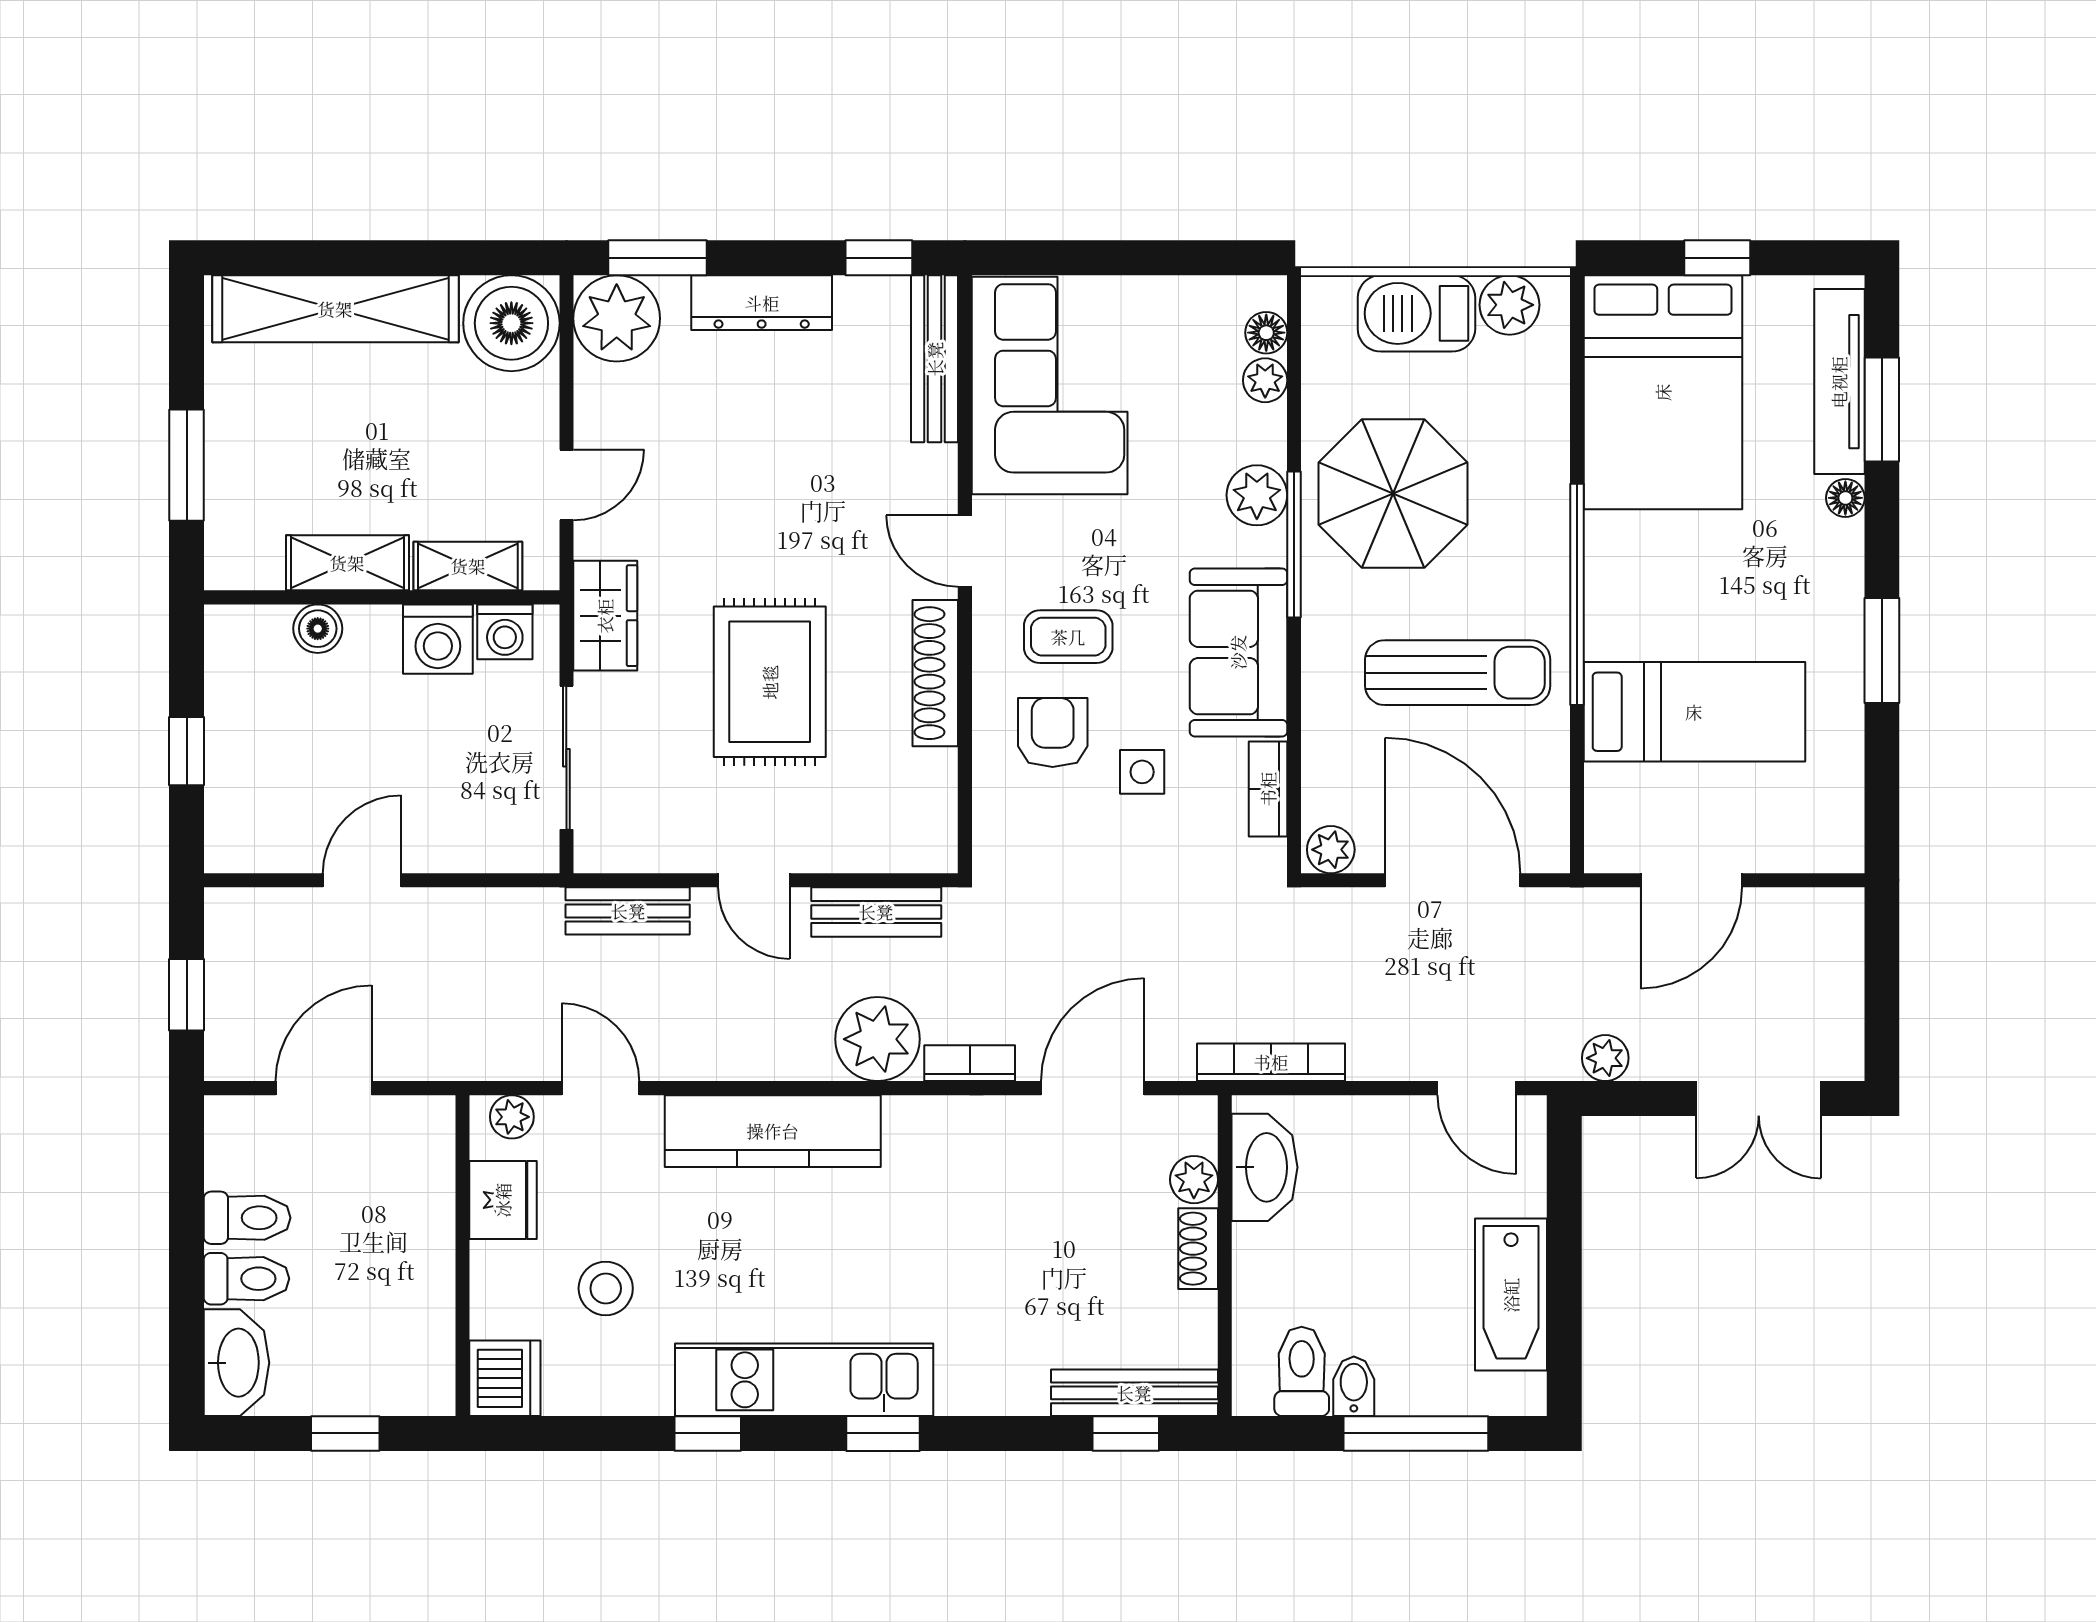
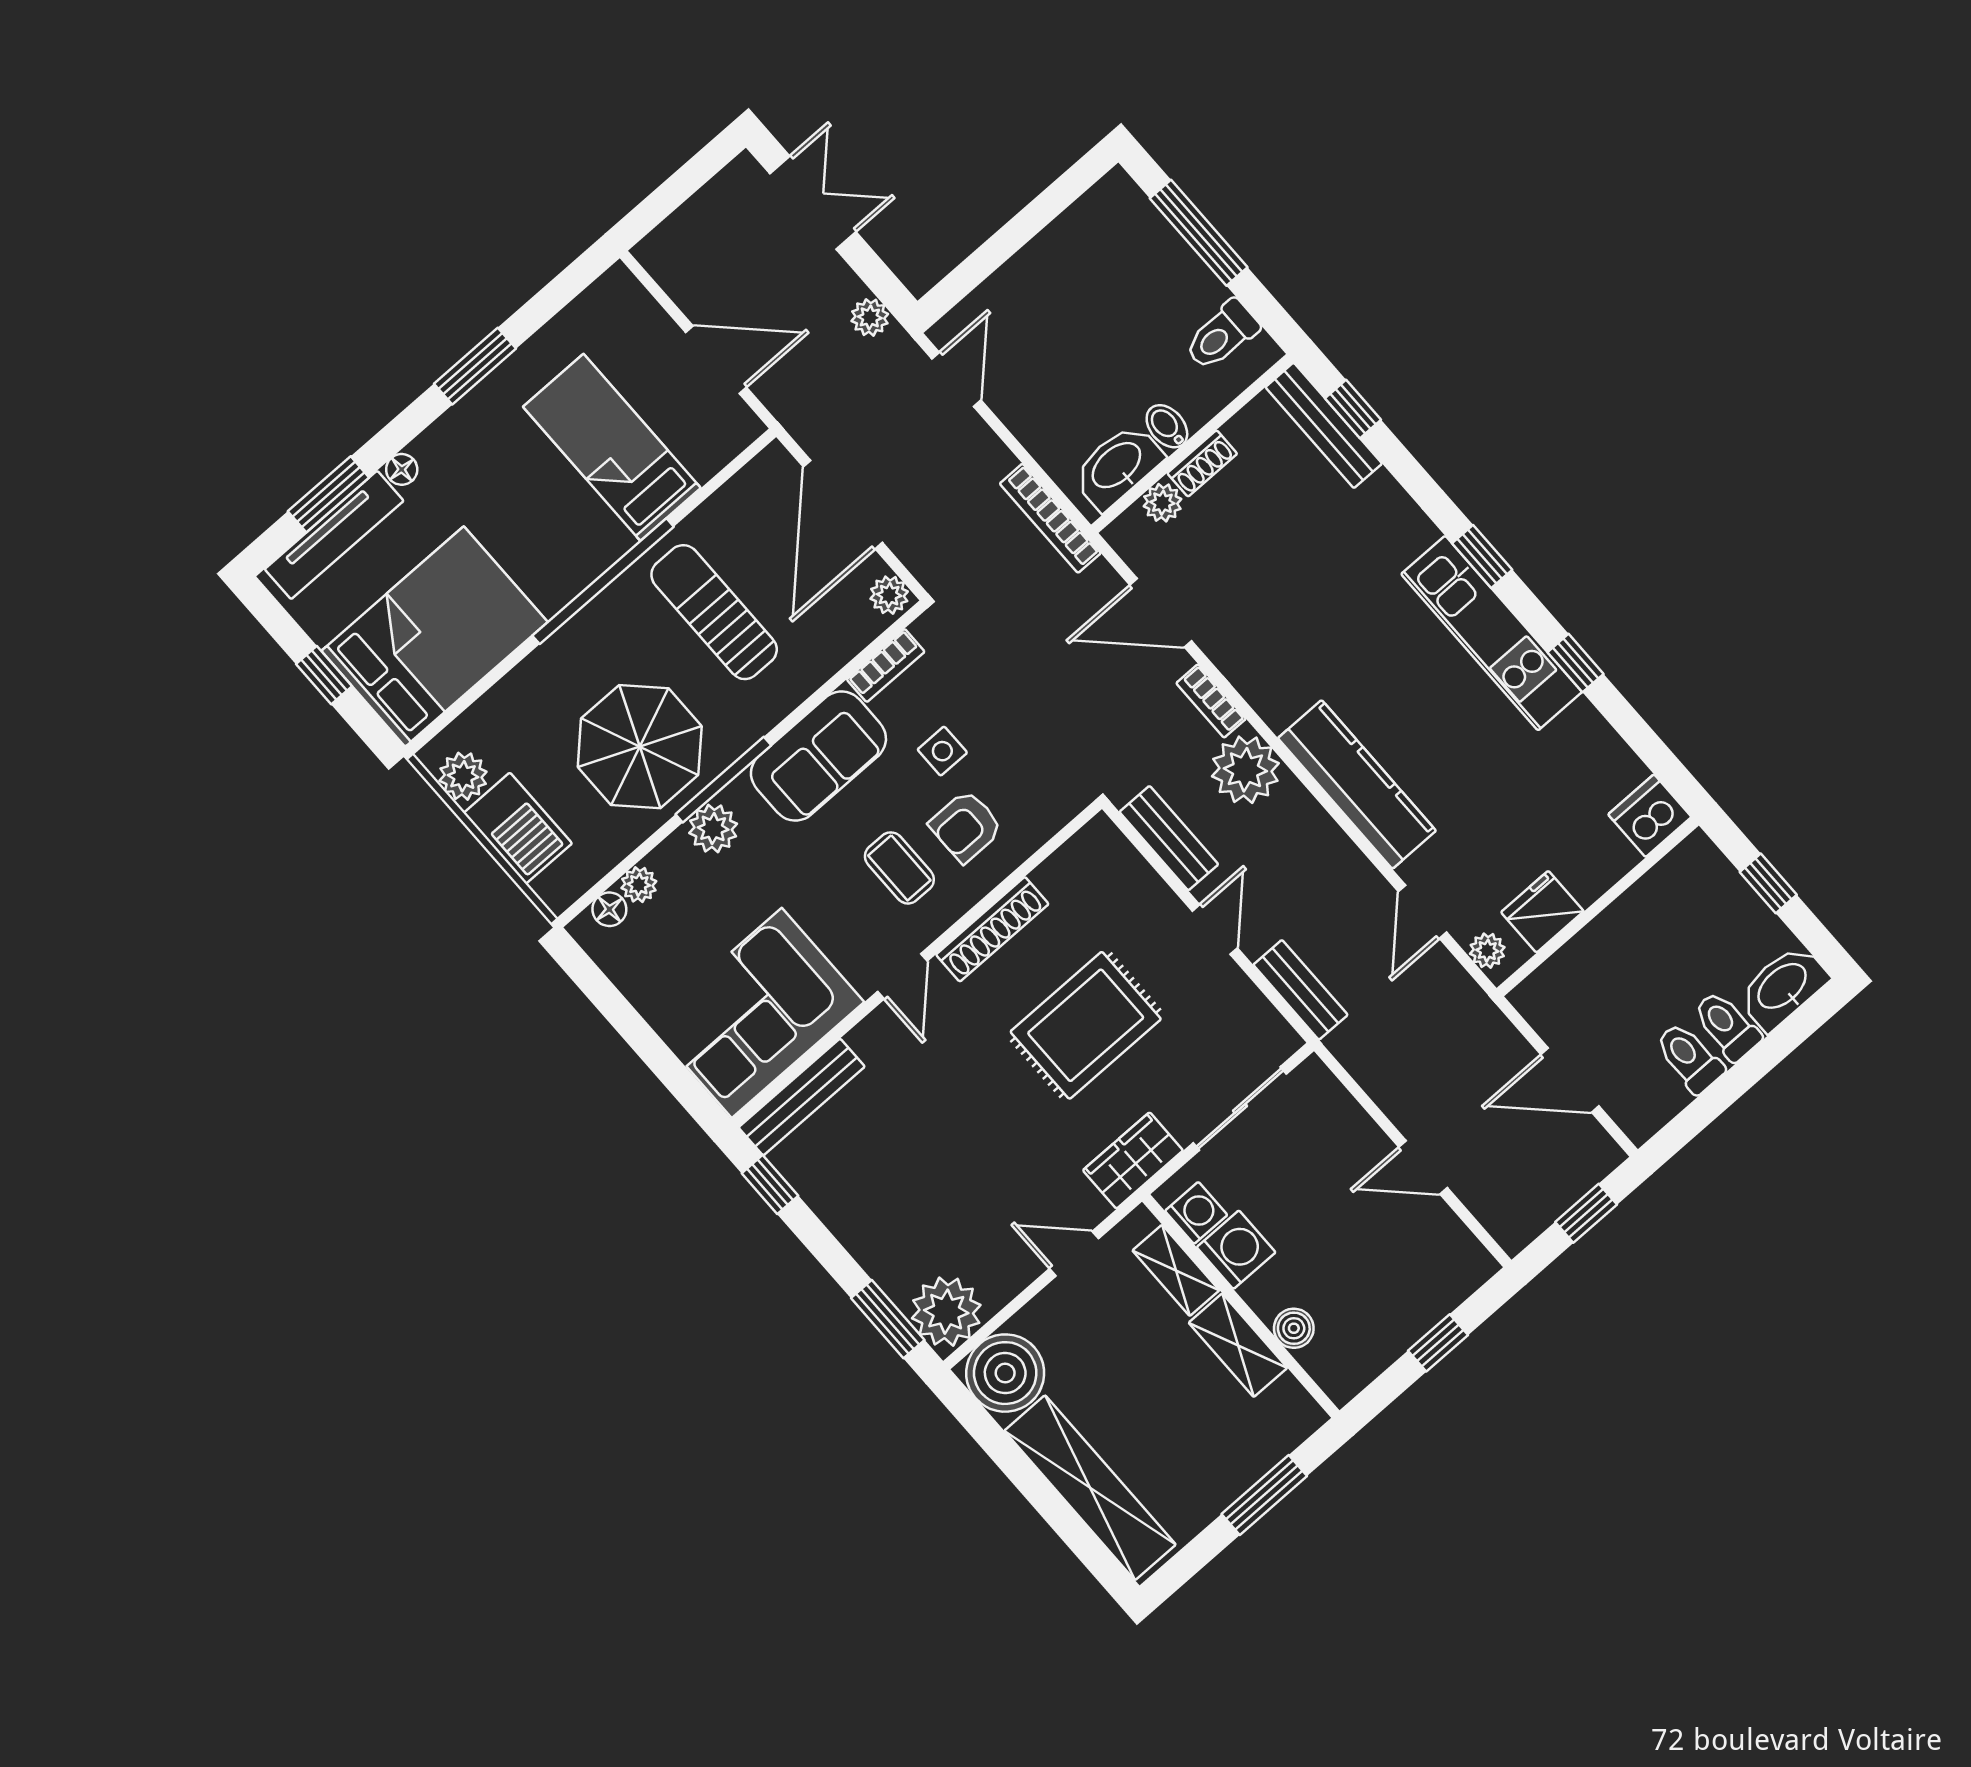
dresser: (762, 303) -> (860, 1232), removed
stool: (606, 1288) -> (1542, 802), removed
bathtub: (1511, 1295) -> (1064, 249), removed
bidet: (1354, 1386) -> (1167, 426), moved, turned 90

